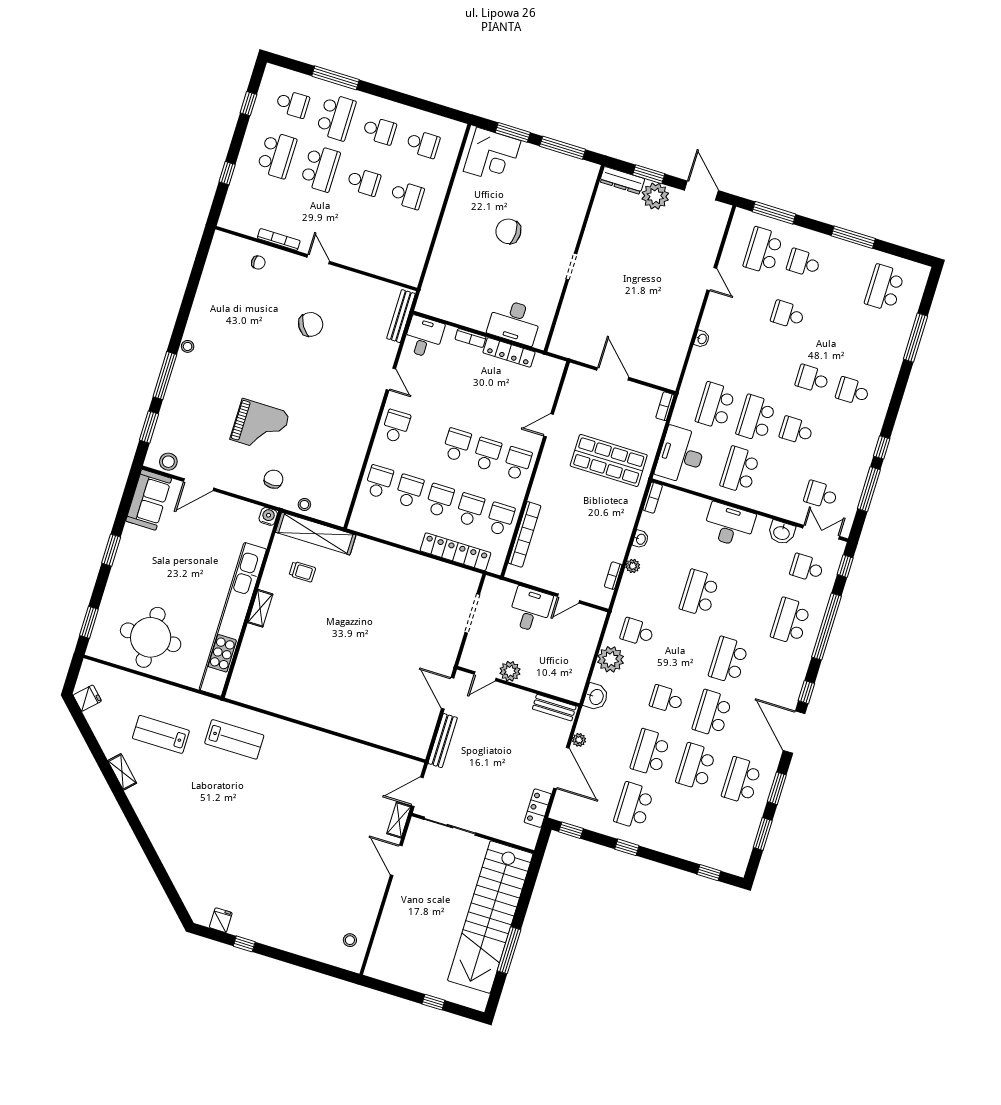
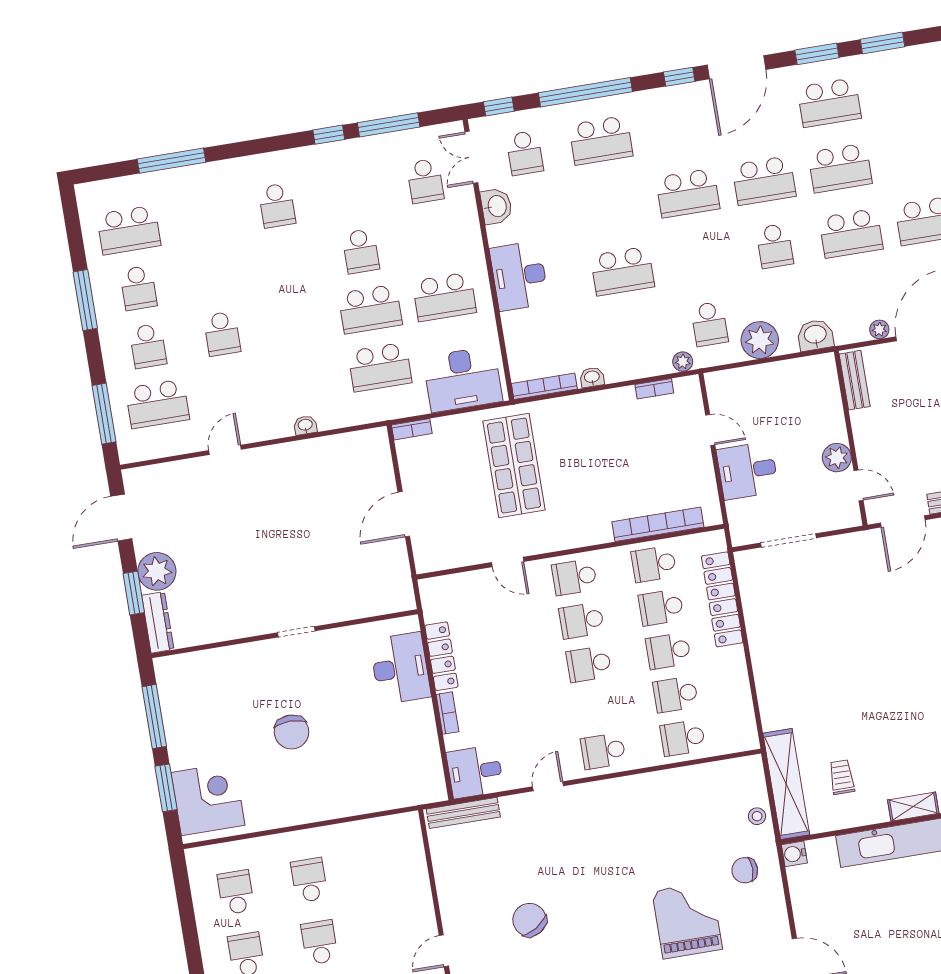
school desk: (812, 379) -> (138, 288), moved
bookcase: (653, 498) -> (544, 386), width x1.56
plant: (633, 566) -> (683, 362), moved

